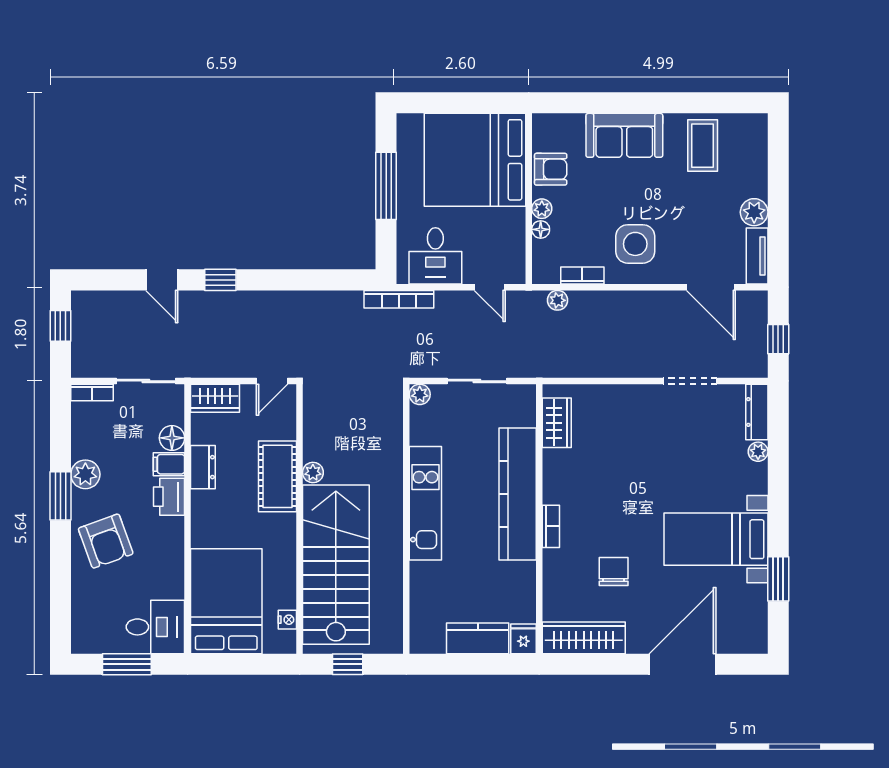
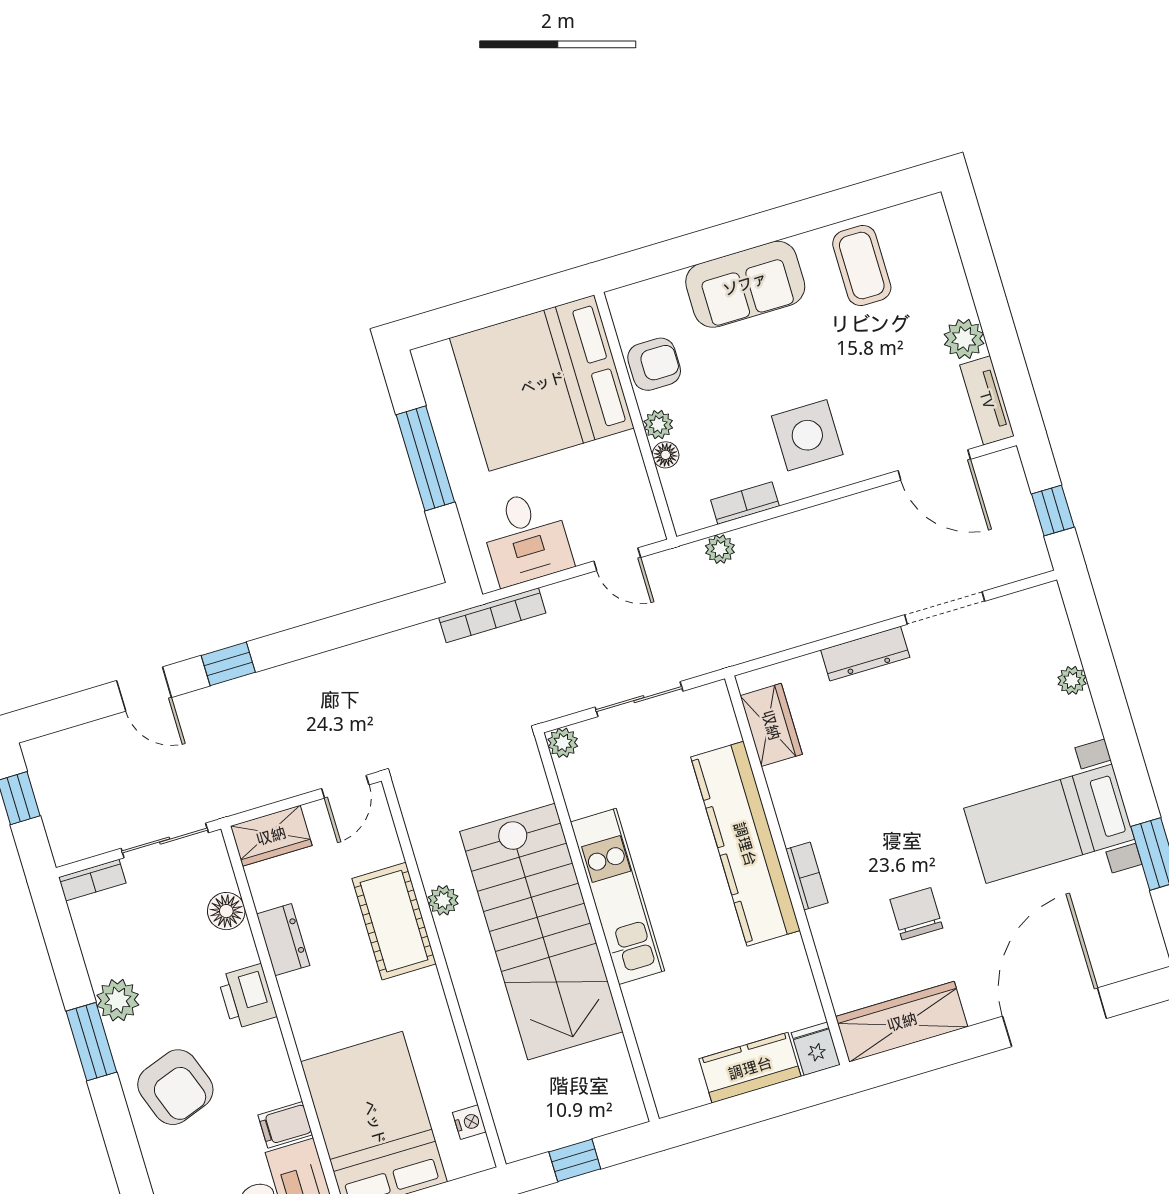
dresser: (757, 412) -> (865, 654), moved, turned -90
filing cabinet: (169, 464) -> (285, 1125), moved
stairs: (336, 565) -> (541, 932), moved, turned 180

